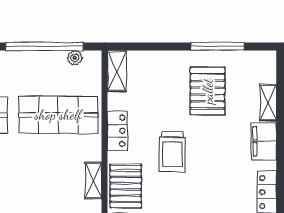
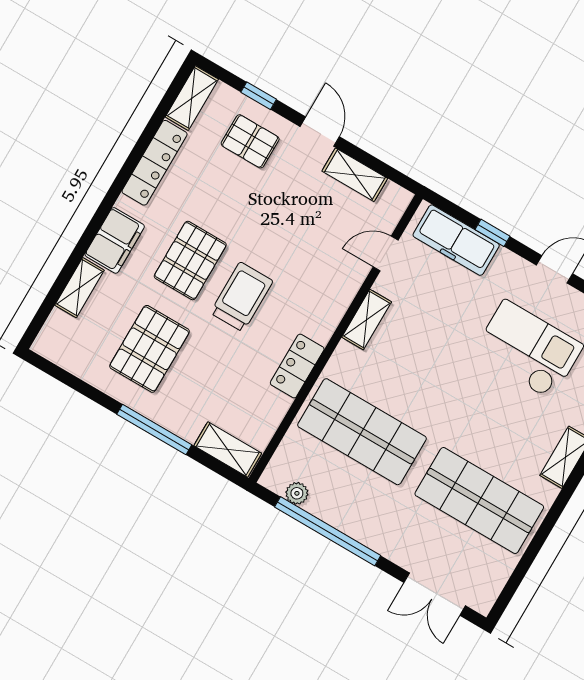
window: (218, 46) -> (154, 429), moved
shelving: (117, 71) -> (228, 449), moved, turned 90
pallet: (126, 186) -> (190, 260), moved

